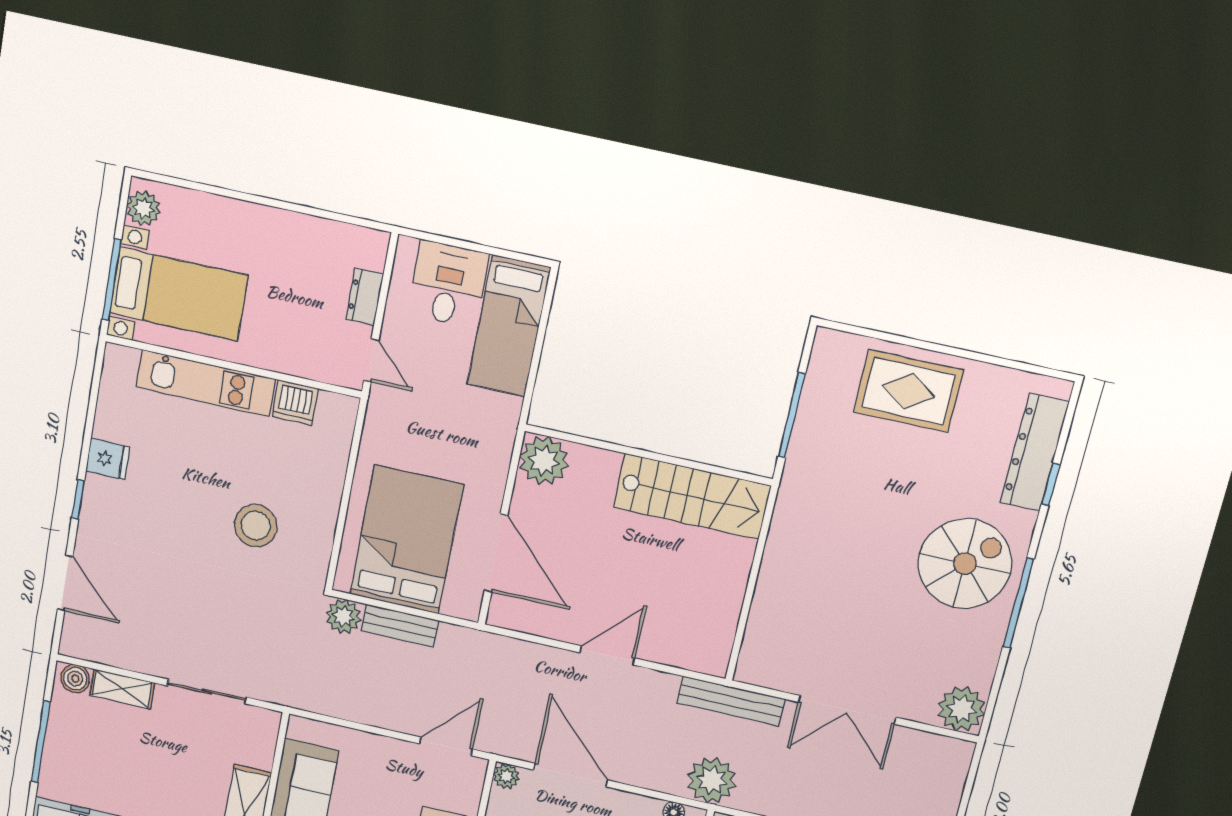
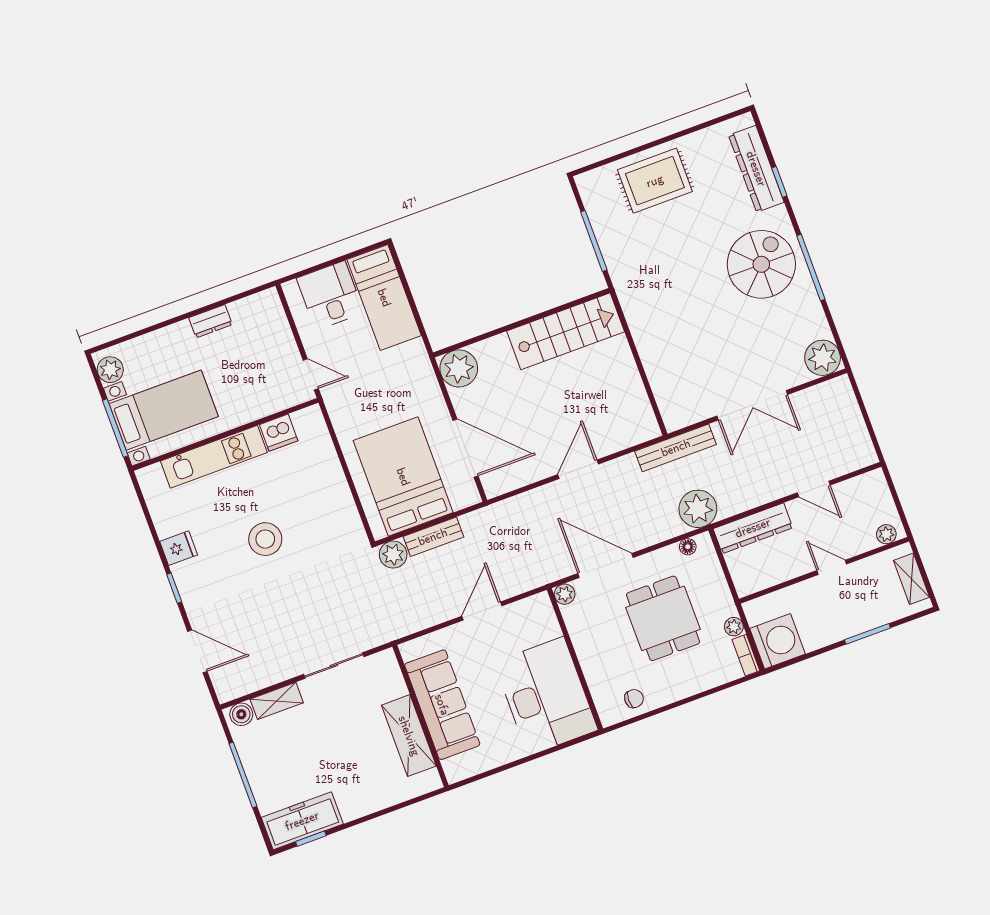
dresser: (365, 297) -> (211, 321), moved, turned -90
stool: (256, 526) -> (265, 539), moved
door: (446, 746) -> (482, 611), moved

